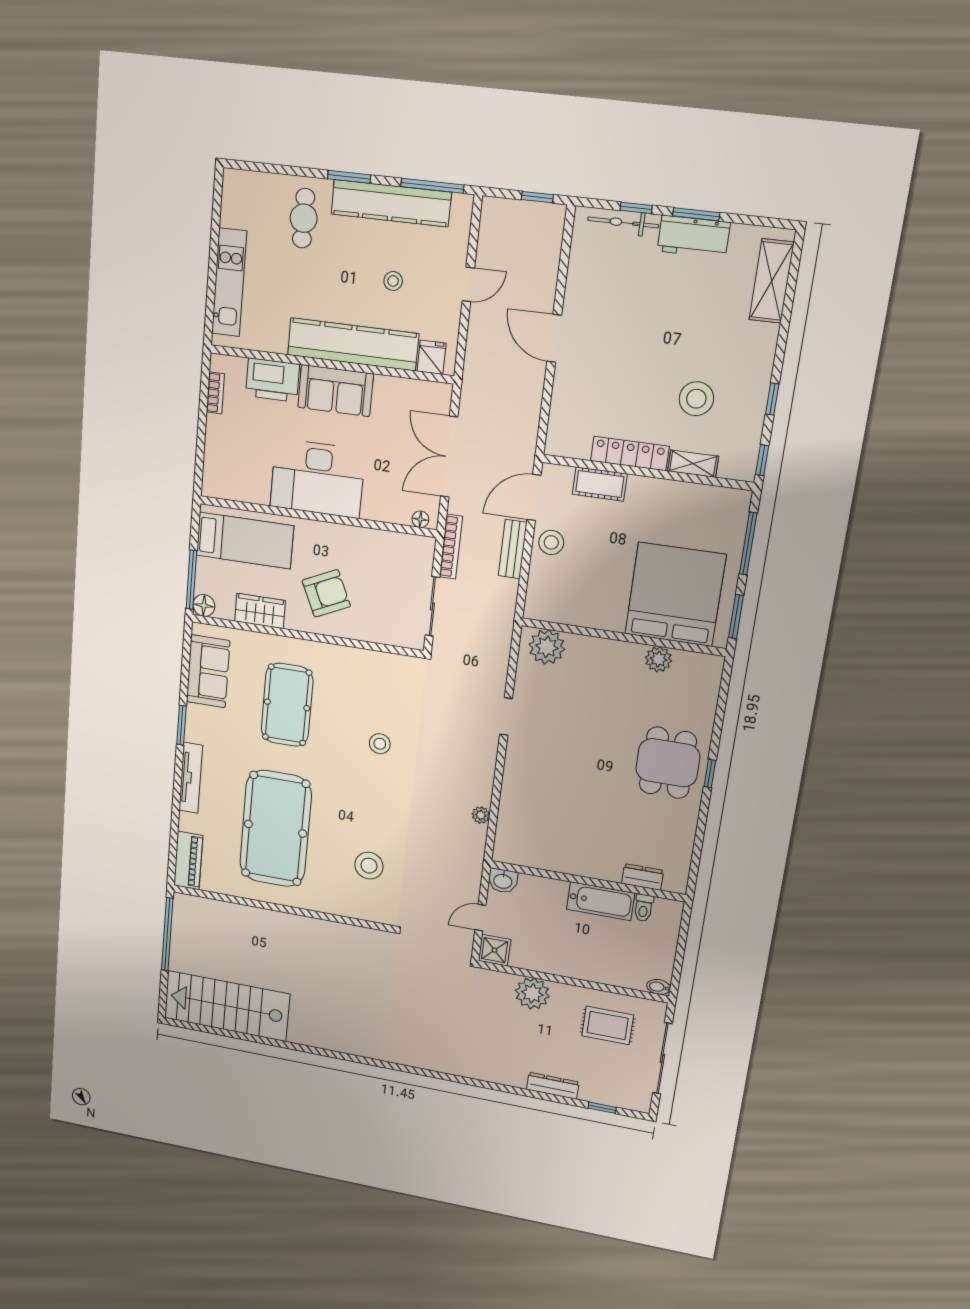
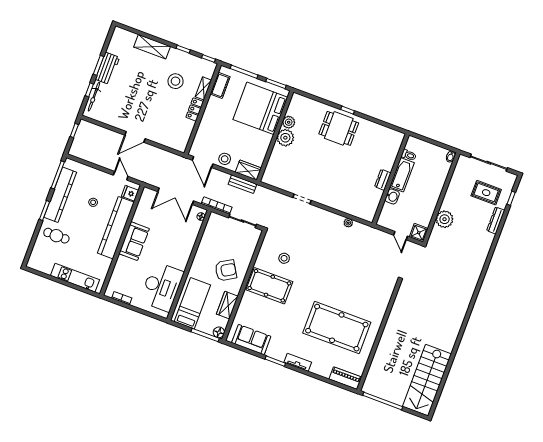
shelving: (772, 281) -> (152, 47), moved
door: (468, 284) -> (121, 176), moved
printer: (273, 380) -> (122, 269), removed
locker: (630, 454) -> (195, 109), width x0.66
desk: (317, 478) -> (162, 287), moved
cot: (600, 484) -> (220, 85), moved
bench: (513, 549) -> (242, 184), moved
armchair: (326, 593) -> (226, 270), turned 84
wardrobe: (539, 596) -> (248, 170), added
plant: (547, 647) -> (285, 138), moved
pool table: (287, 705) -> (269, 286), moved
stool: (380, 744) -> (284, 258), moved
tv unit: (191, 778) -> (298, 362), width x0.71
stool: (369, 866) -> (364, 285), removed
dresser: (643, 877) -> (383, 180), moved
washbasin: (503, 881) -> (392, 196), moved
rug: (608, 1025) -> (486, 193), moved, turned 90

